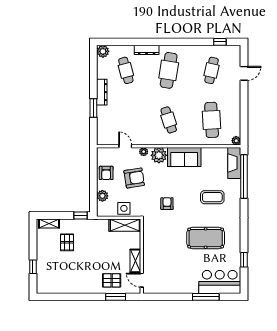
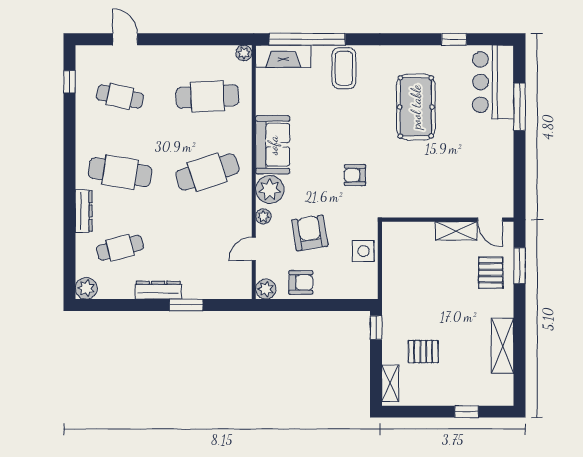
cafe table: (169, 120) -> (207, 172), width x1.37, depth x1.35
plant: (102, 196) -> (266, 289), moved
coffee table: (212, 197) -> (344, 68), moved
shelving: (125, 225) -> (503, 346), moved
door: (142, 280) -> (490, 220), hinge flipped

